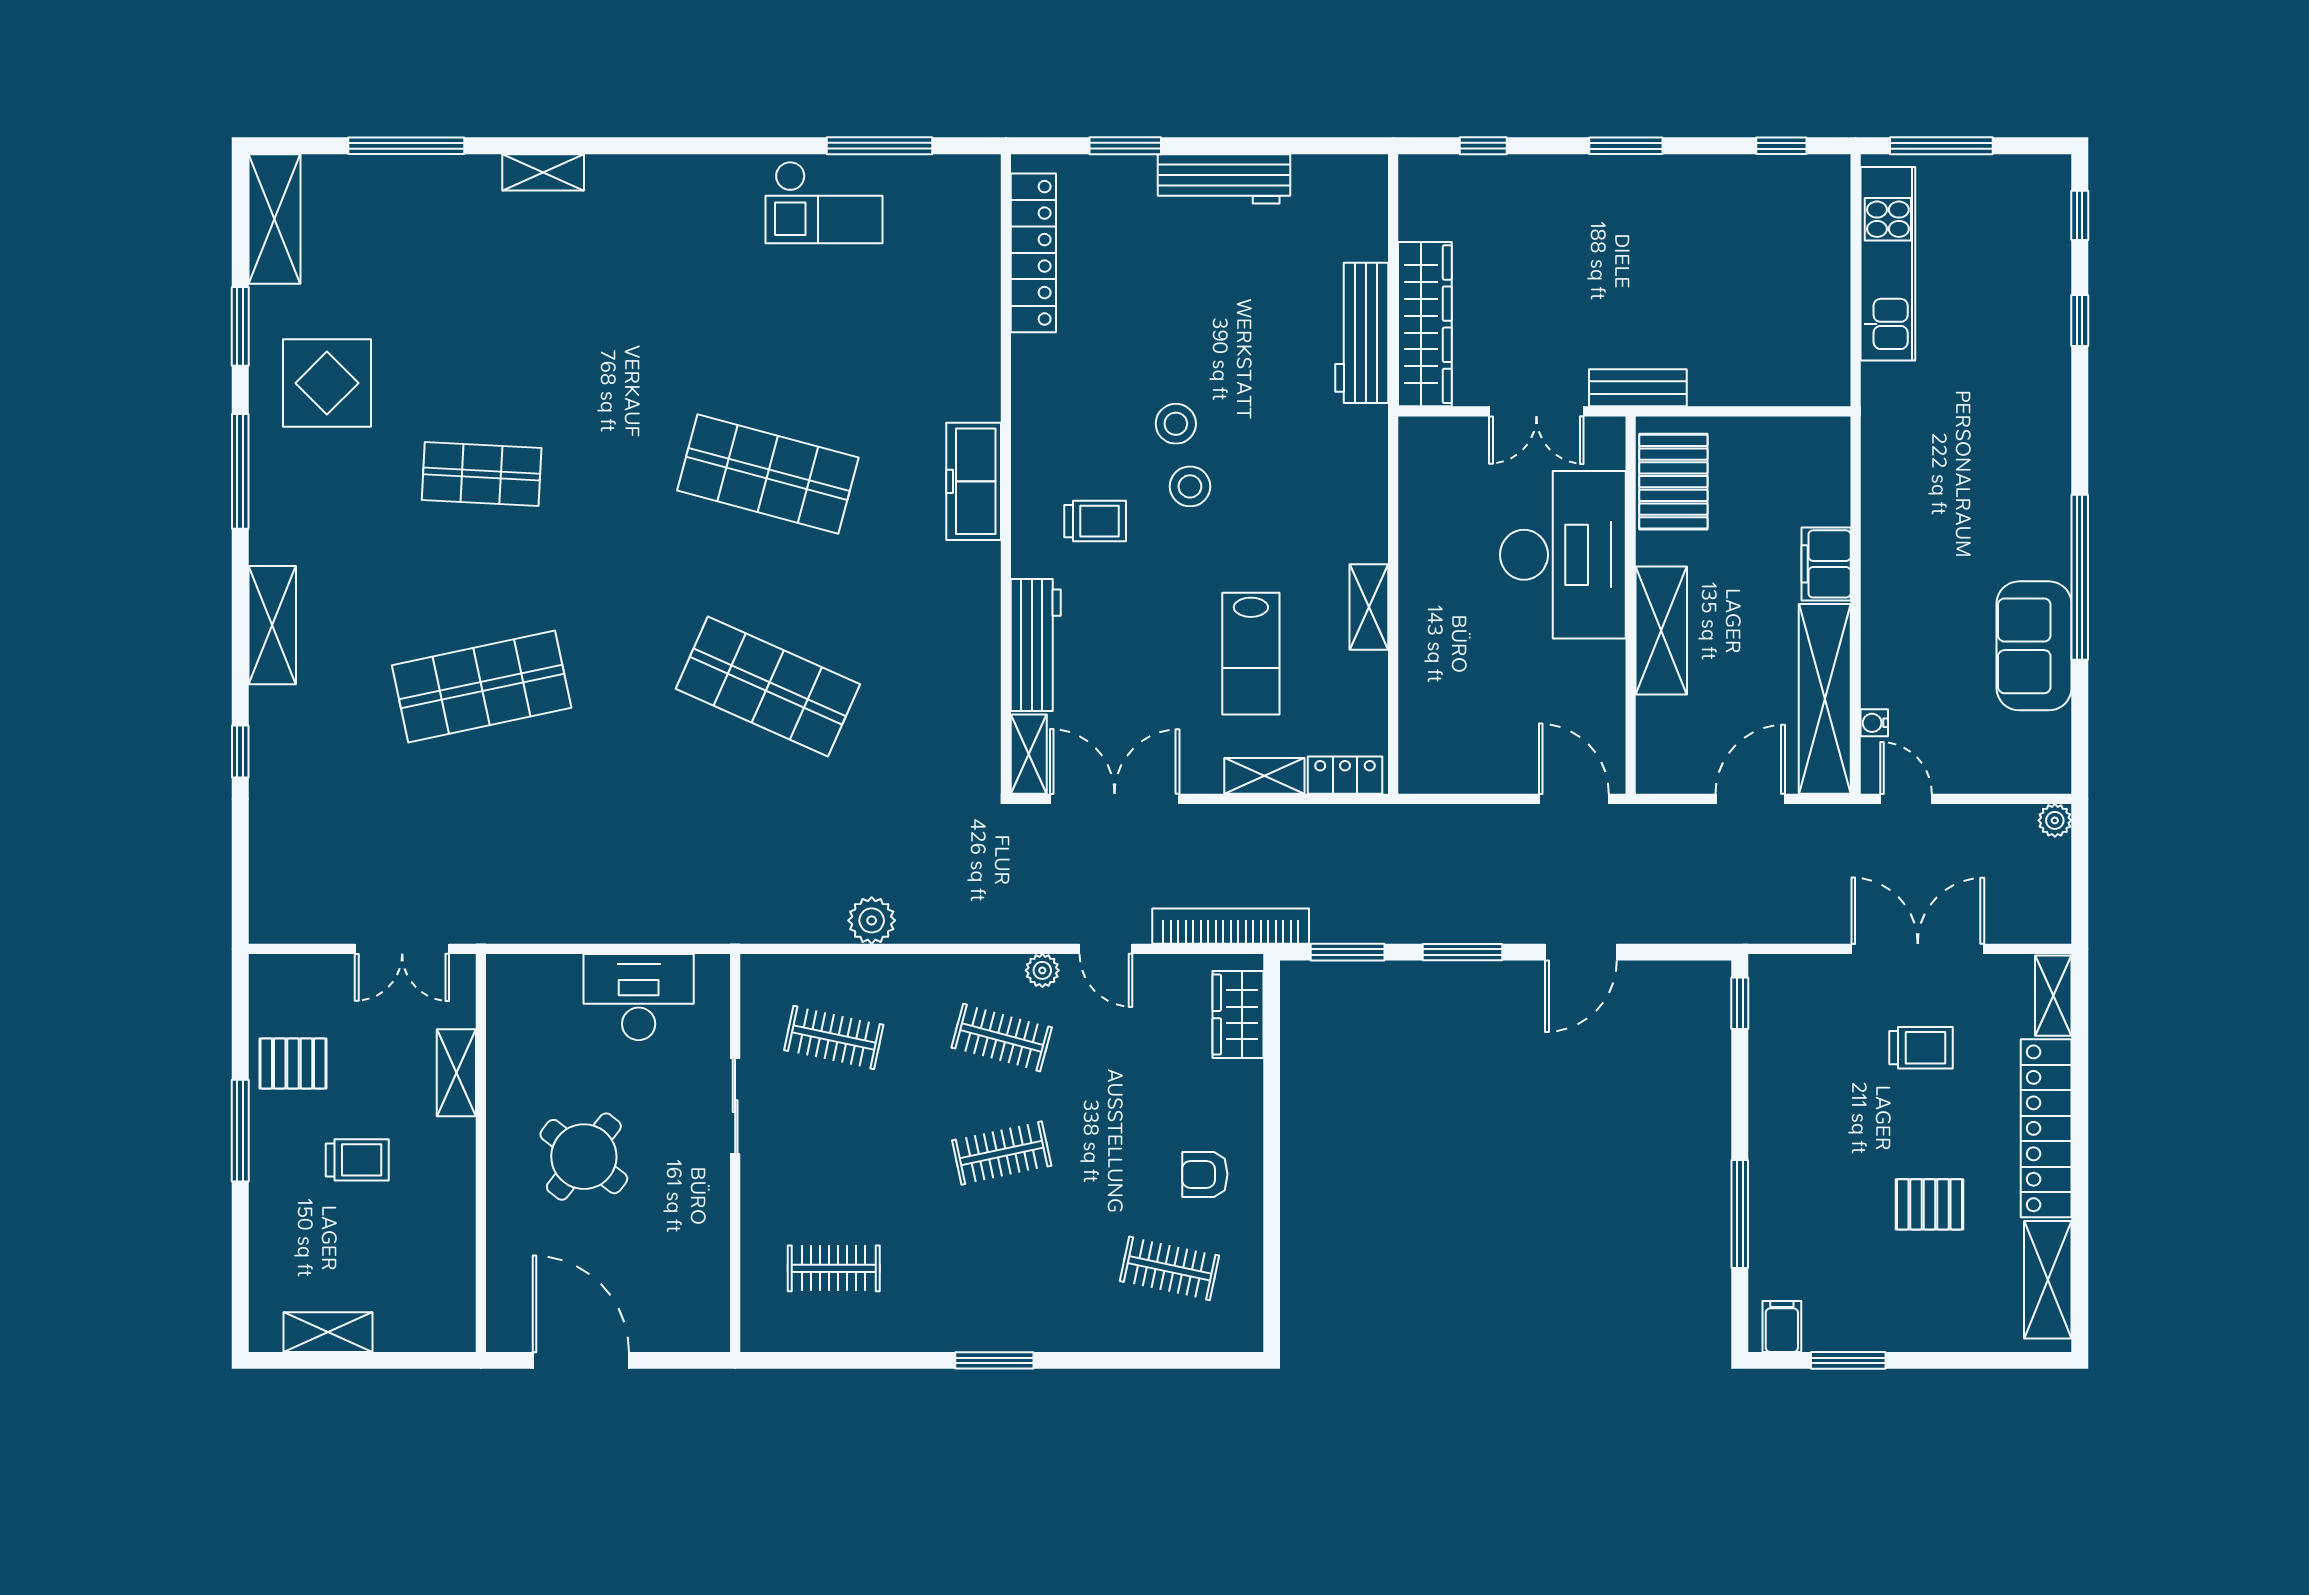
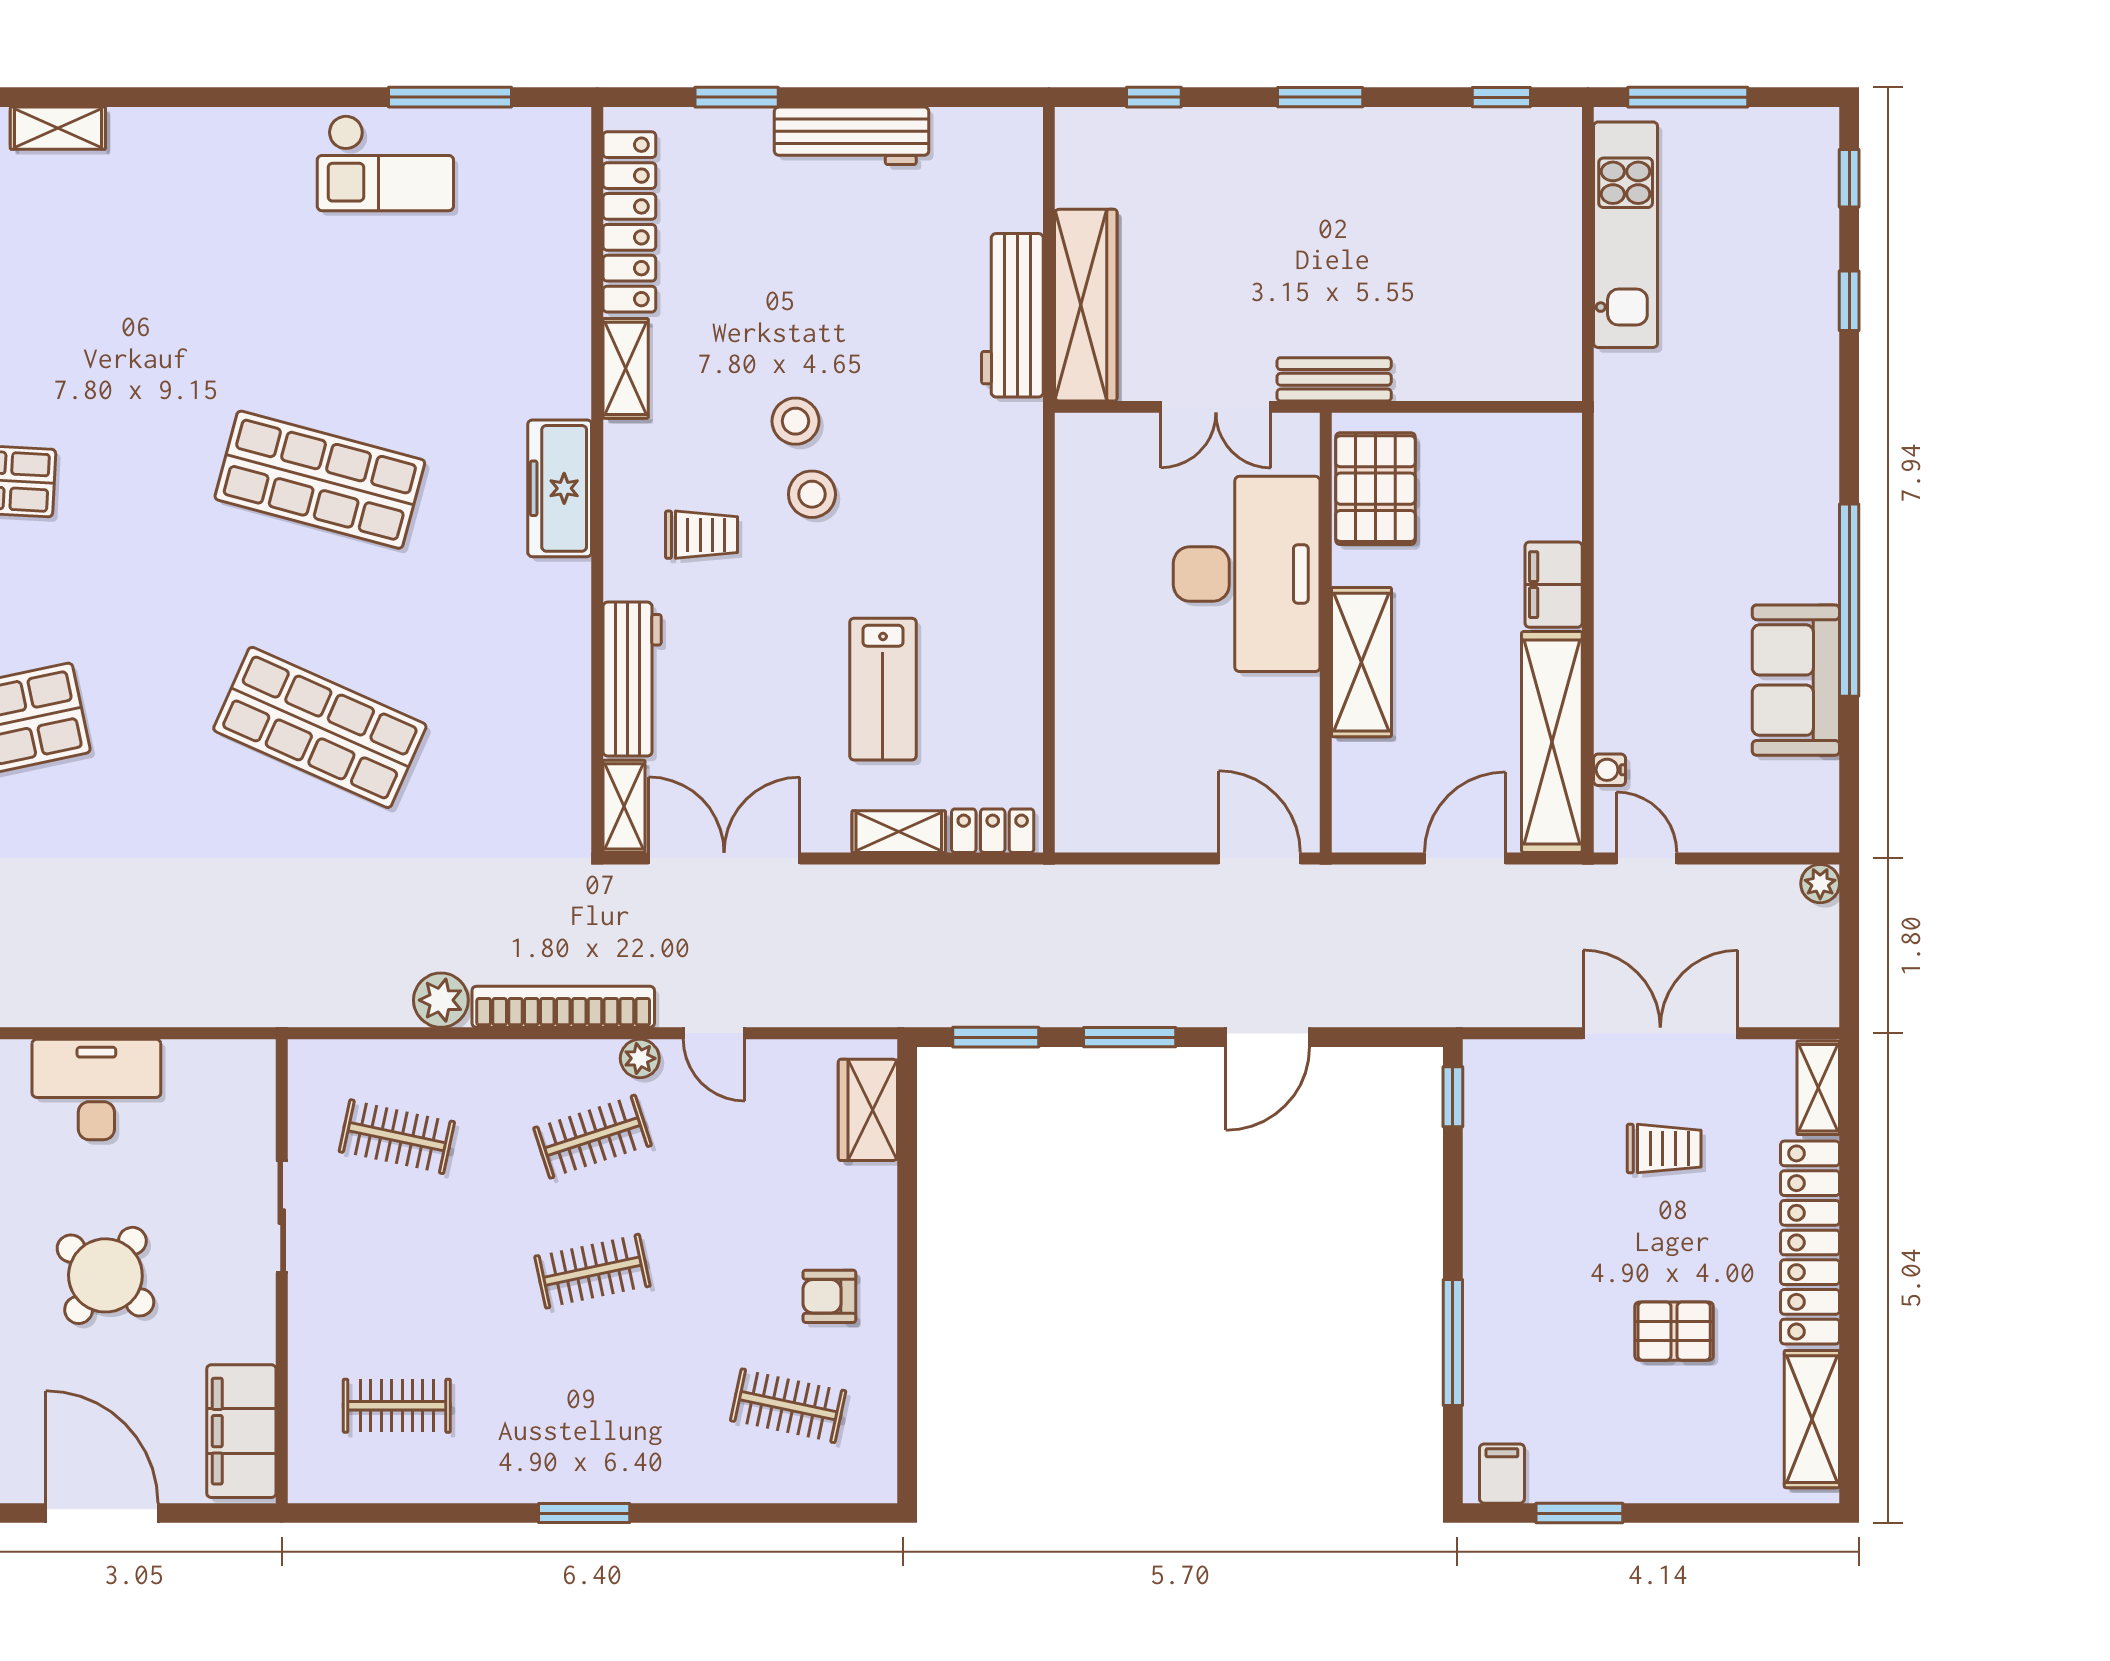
shelving: (1369, 607) -> (626, 368), moved
bookcase: (1231, 926) -> (563, 1007), moved
desk: (639, 997) -> (96, 1089), moved
clothes rail: (1002, 1038) -> (592, 1137), turned -33
filing cabinet: (700, 1290) -> (241, 1431), added

